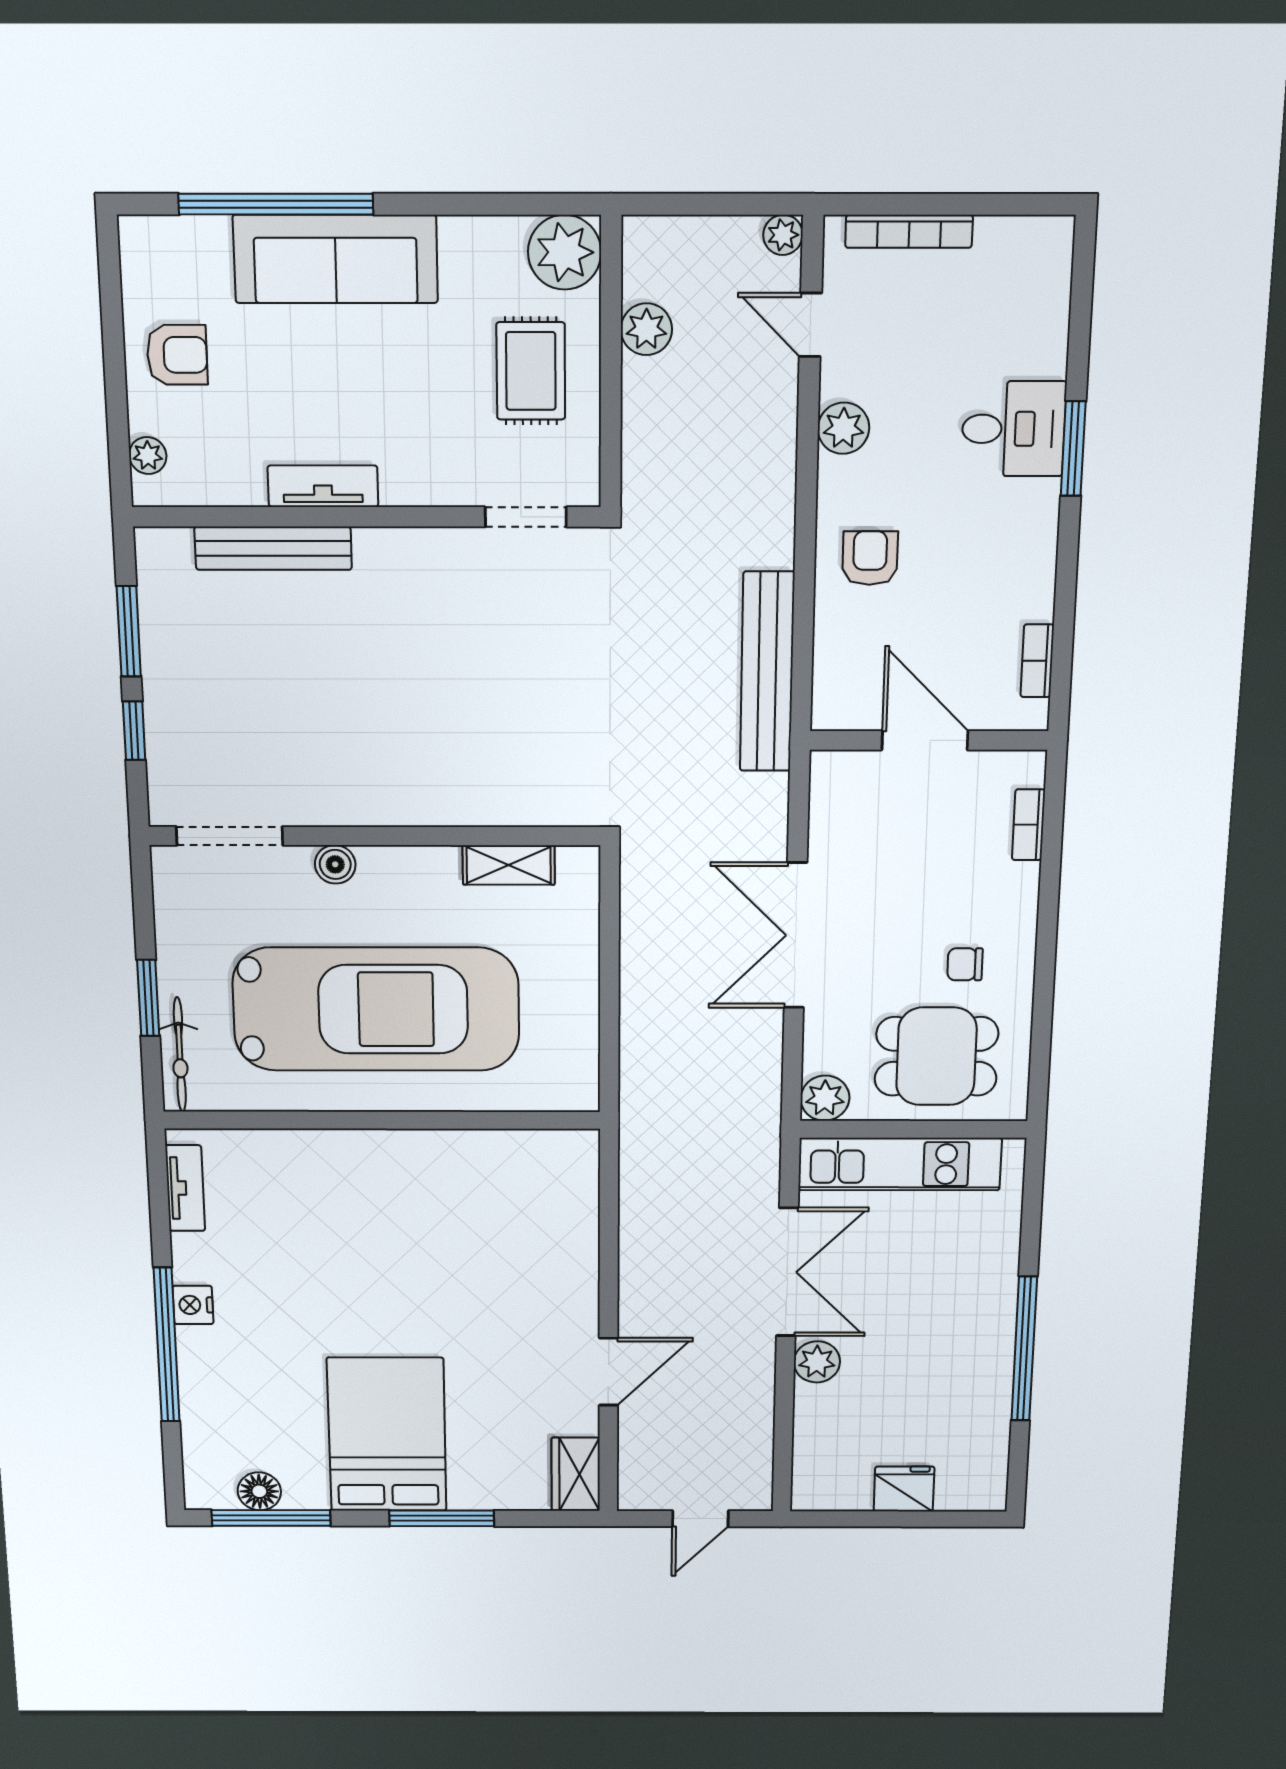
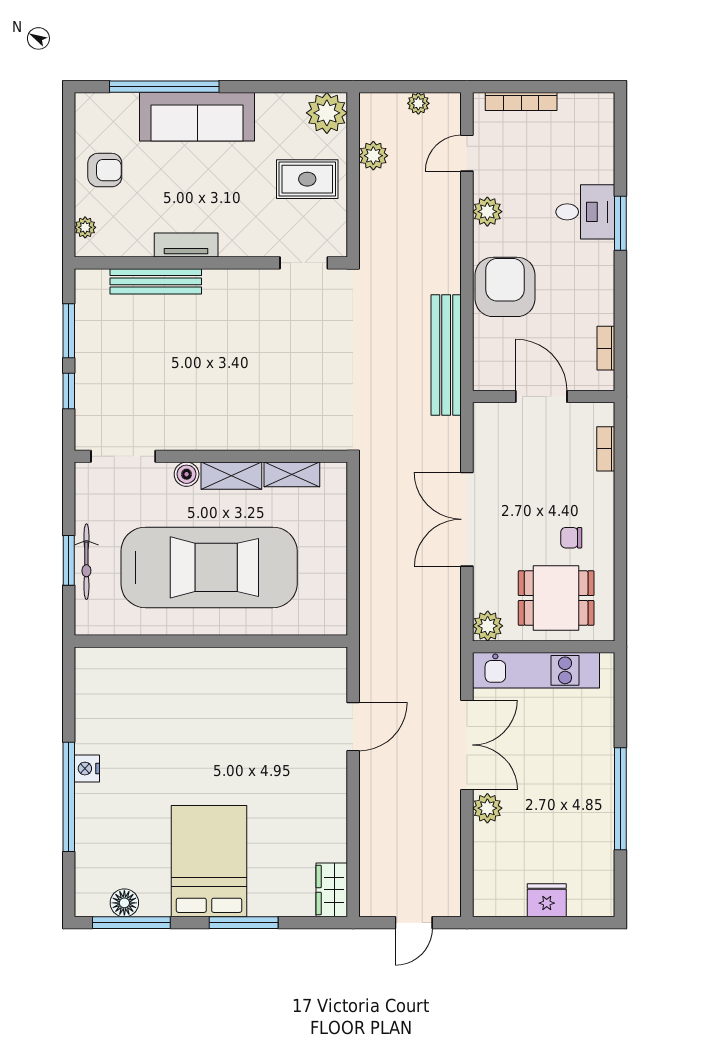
plant: (783, 235) -> (418, 103), moved
door: (810, 325) -> (467, 153), hinge flipped
rug: (531, 371) -> (307, 179), turned 90
armchair: (870, 558) -> (505, 287), width x1.88, depth x1.88
shelving: (409, 867) -> (231, 476), added
bicycle: (180, 1055) -> (86, 562), moved
tv unit: (185, 1188) -> (86, 687), removed
door: (609, 1372) -> (353, 727), moved

